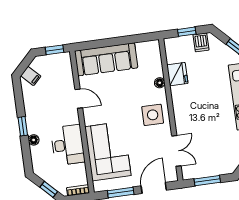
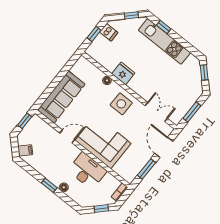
fridge: (177, 74) -> (123, 73), moved
corner sofa: (108, 151) -> (103, 142), moved

